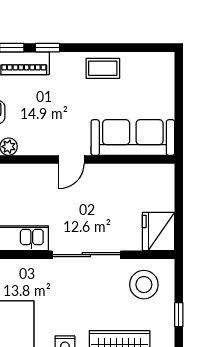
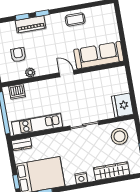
door: (72, 159) -> (67, 74), swing flipped
sliding door: (86, 255) -> (84, 125), width x0.73

